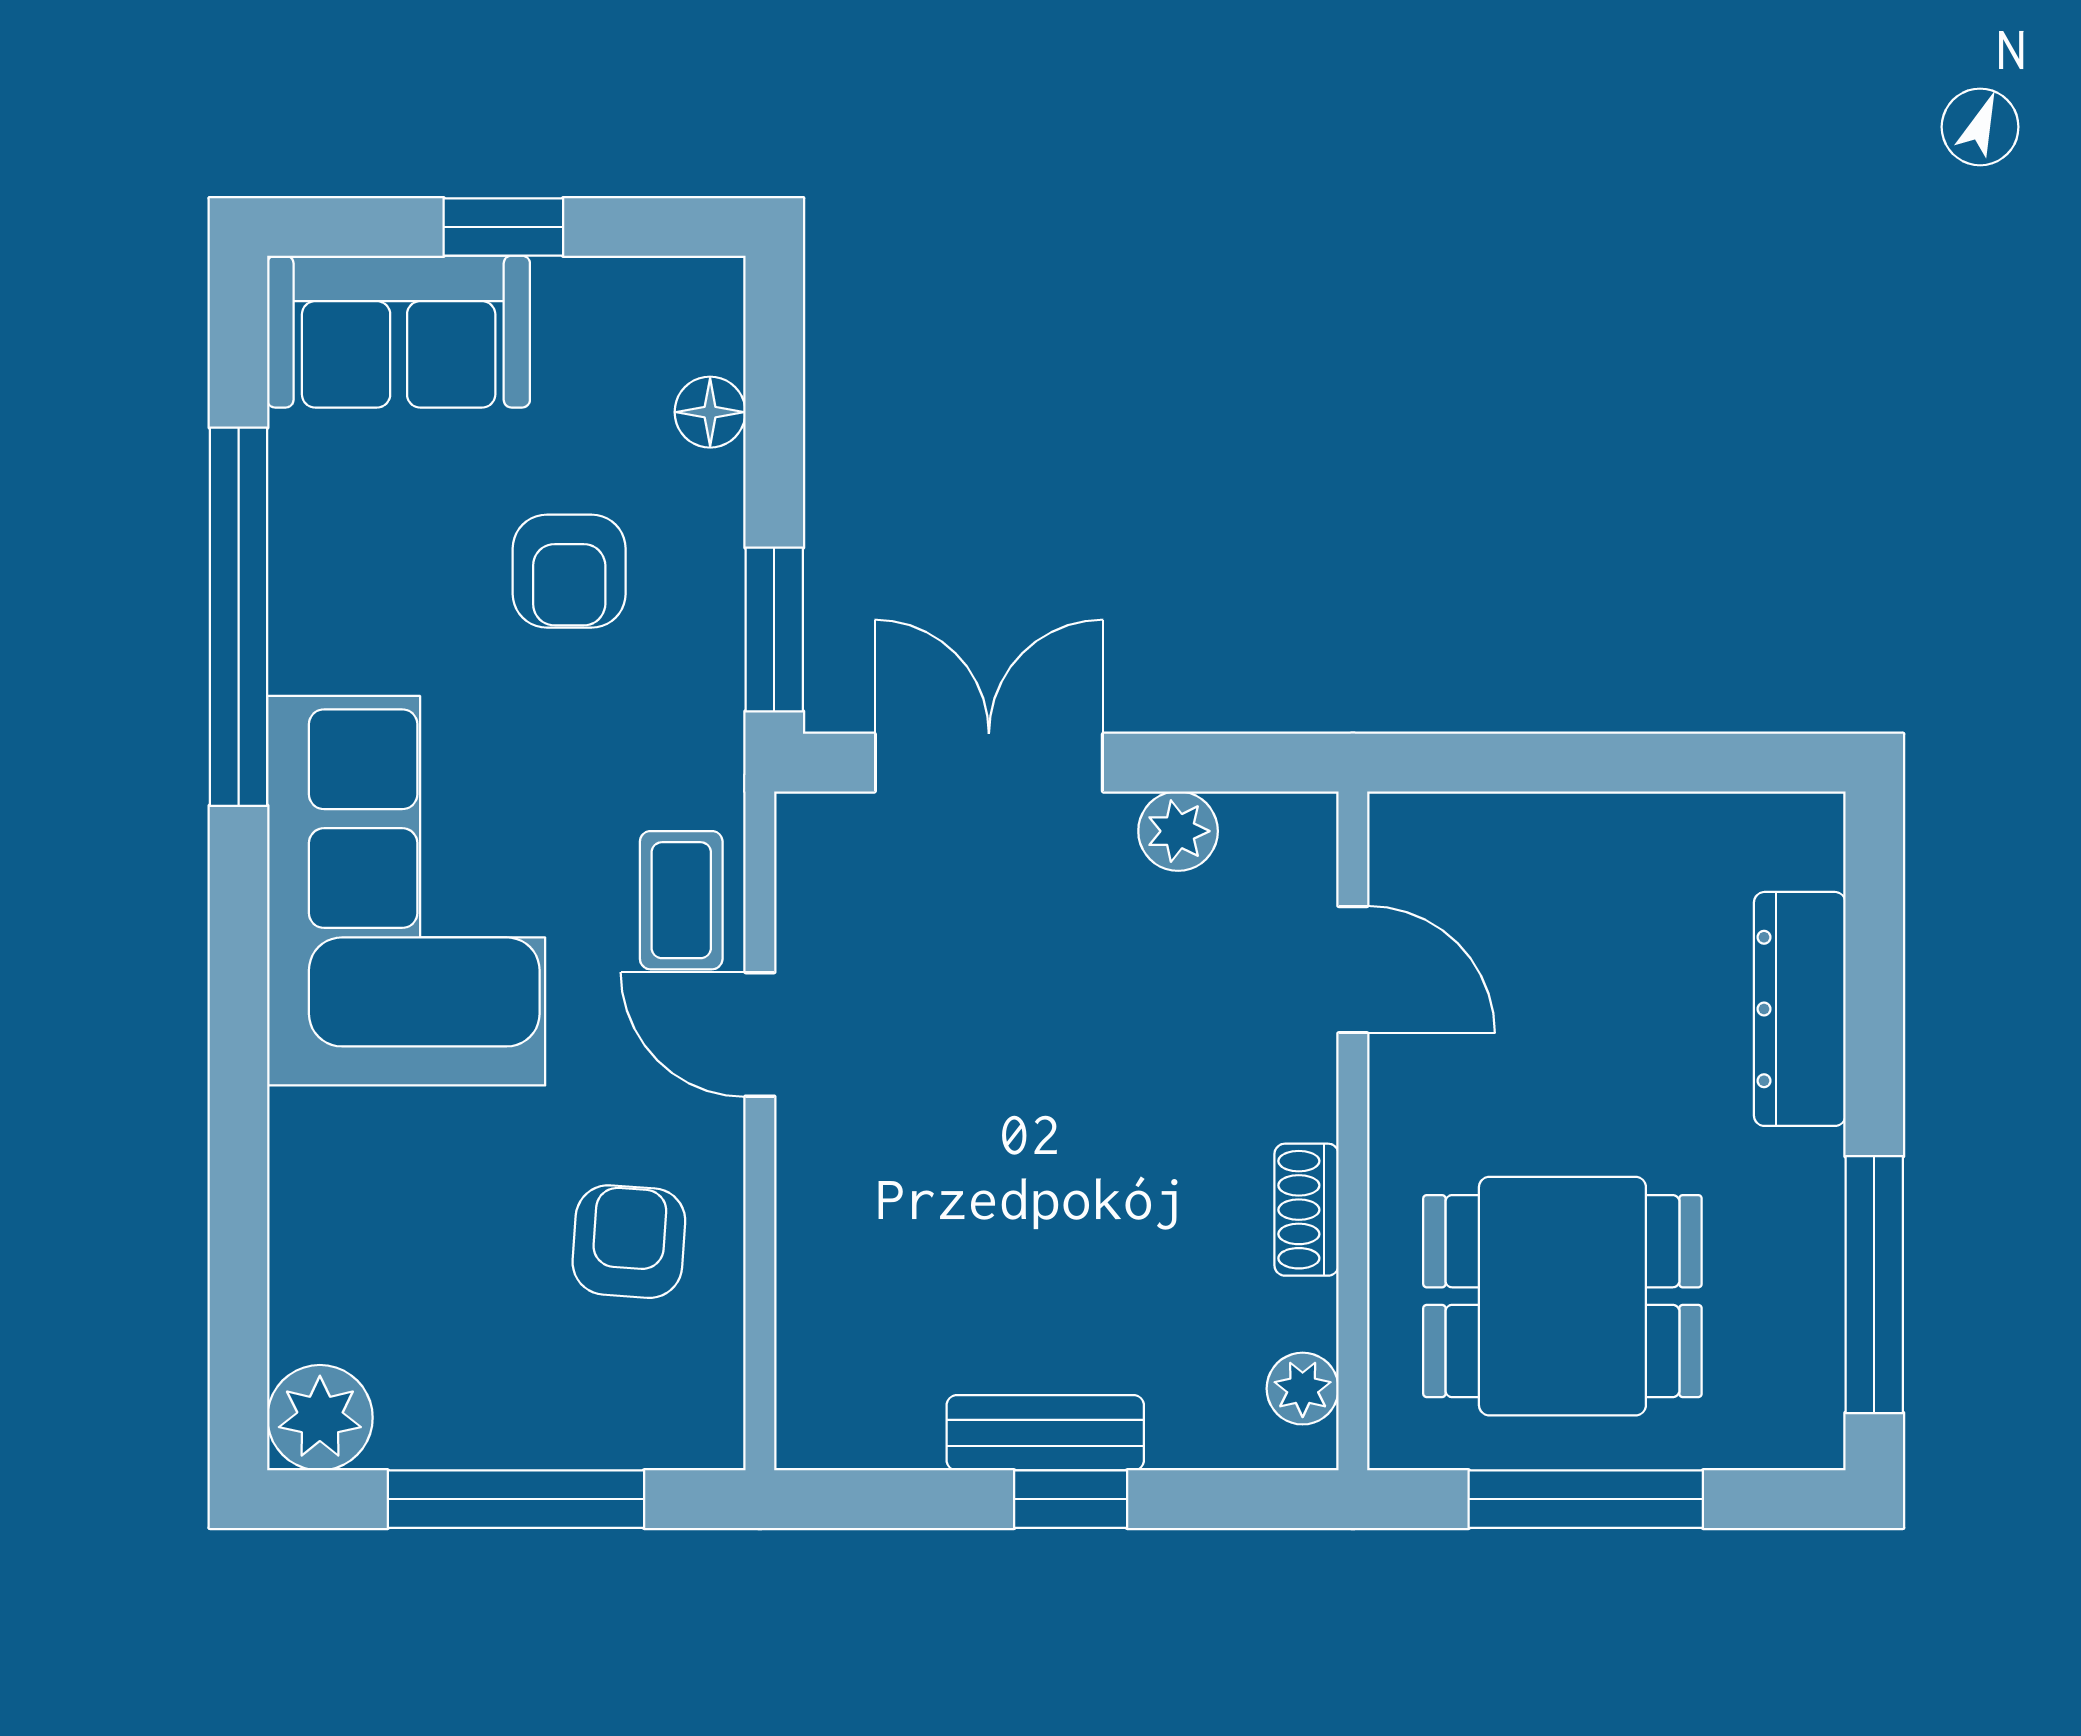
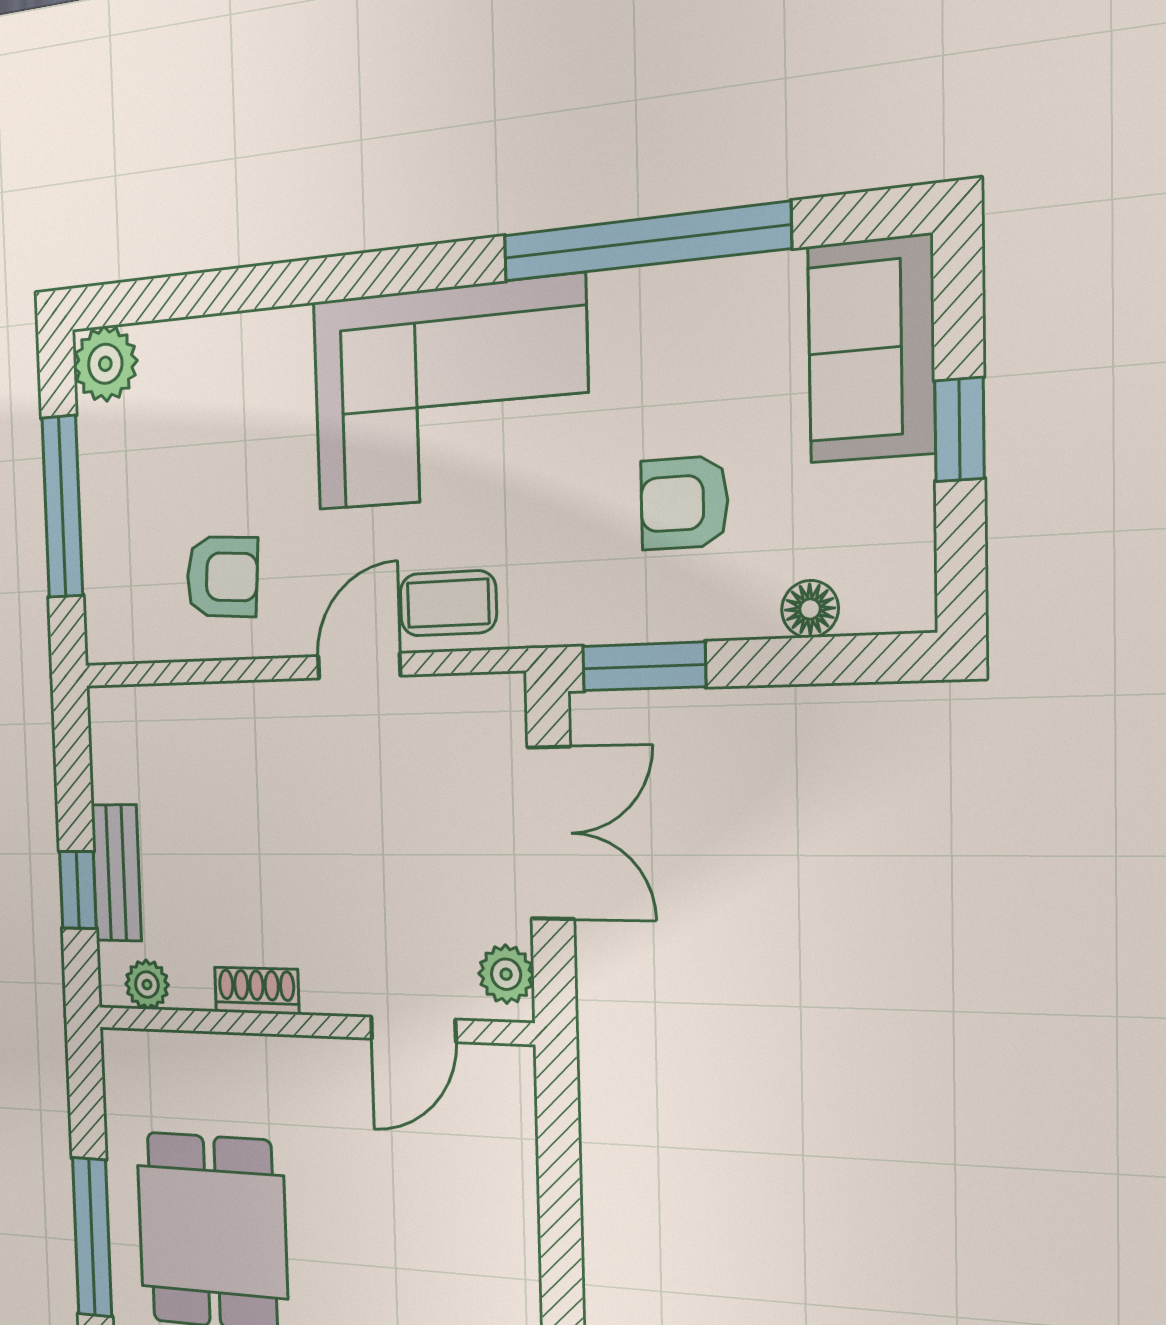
door: (1353, 970) -> (413, 1029), moved
wall: (1353, 1131) -> (308, 1025), moved
shoe rack: (1306, 1210) -> (257, 991), moved
plant: (1303, 1389) -> (147, 985), moved

